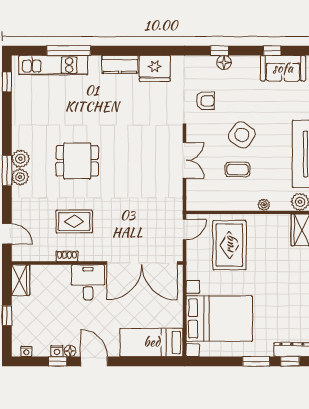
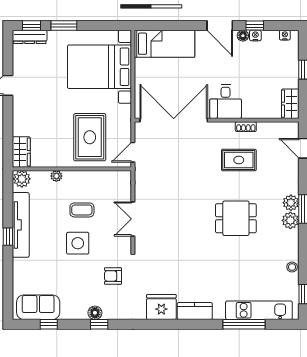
stool: (19, 110) -> (292, 267), added
side table: (242, 135) -> (78, 243), turned -36

